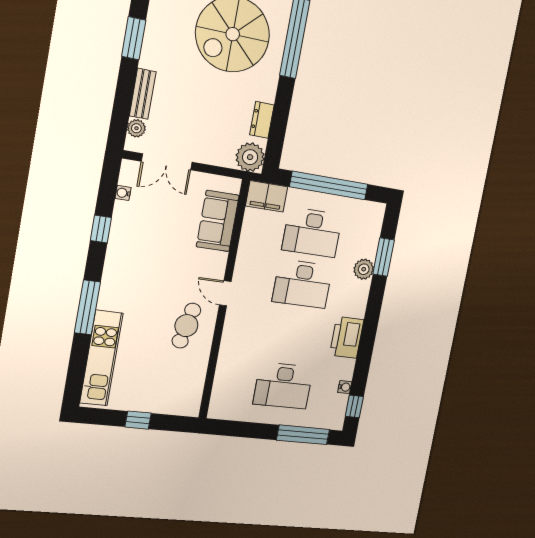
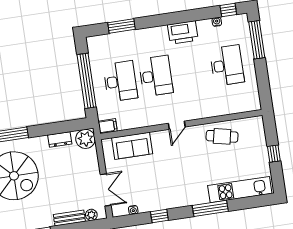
filing cabinet: (267, 196) -> (108, 126), width x0.50
plant: (364, 269) -> (134, 37), removed
cafe table: (186, 326) -> (222, 136), moved

